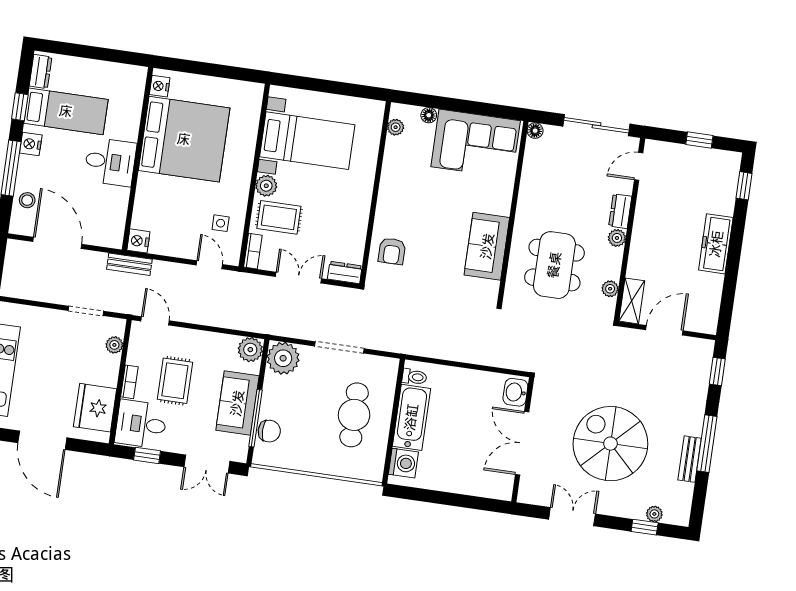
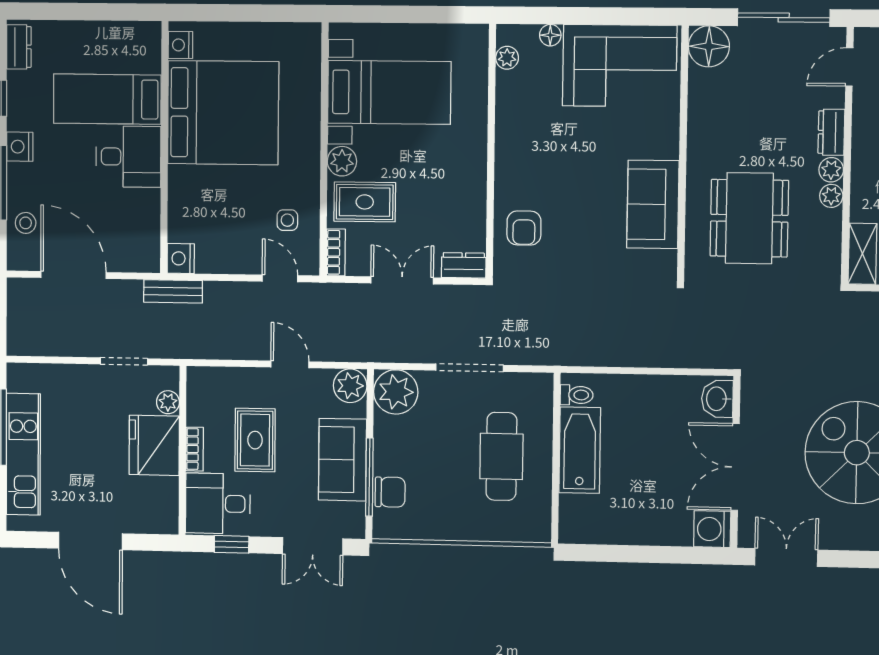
bed: (66, 111) -> (107, 99), moved, turned 180
floor lamp: (535, 131) -> (709, 46), width x1.89, depth x1.89
plant: (610, 289) -> (831, 196), moved
door: (155, 321) -> (290, 364), moved
fridge: (95, 408) -> (154, 445), moved
washing machine: (403, 463) -> (712, 529), moved, turned 180
double door: (572, 517) -> (786, 558), moved

